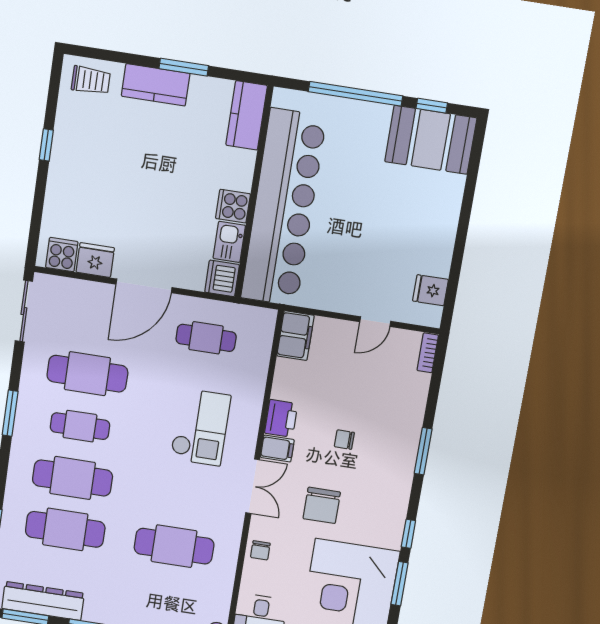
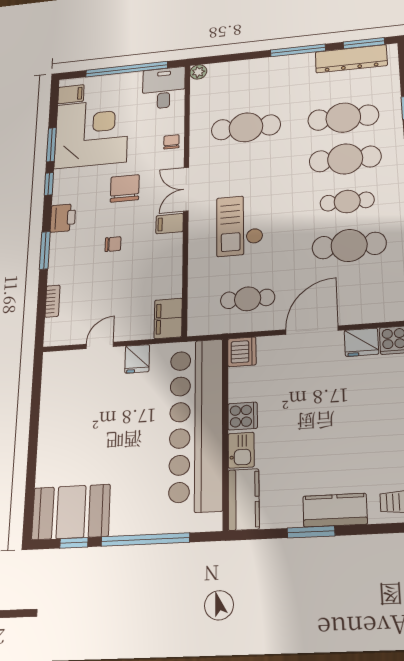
kitchen sink: (229, 242) -> (241, 450), moved
fridge: (430, 290) -> (137, 359), moved, turned 90
bookcase: (428, 353) -> (52, 301), moved
printer: (281, 418) -> (63, 218), moved, turned 180

